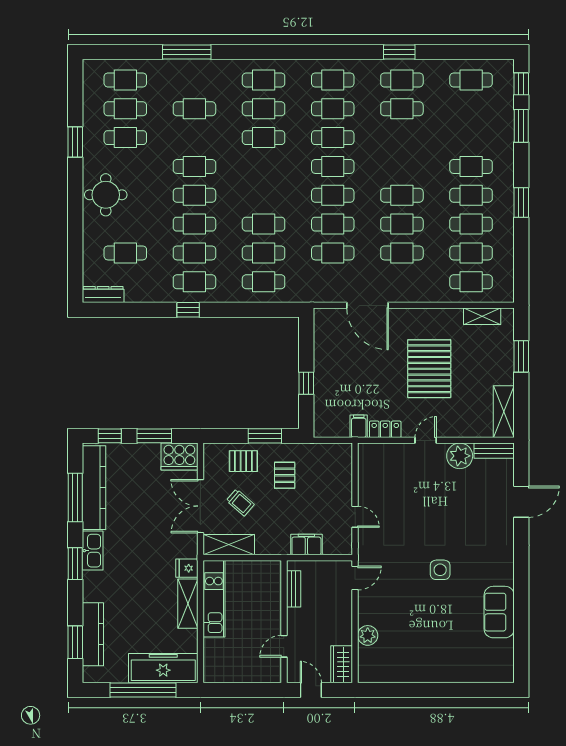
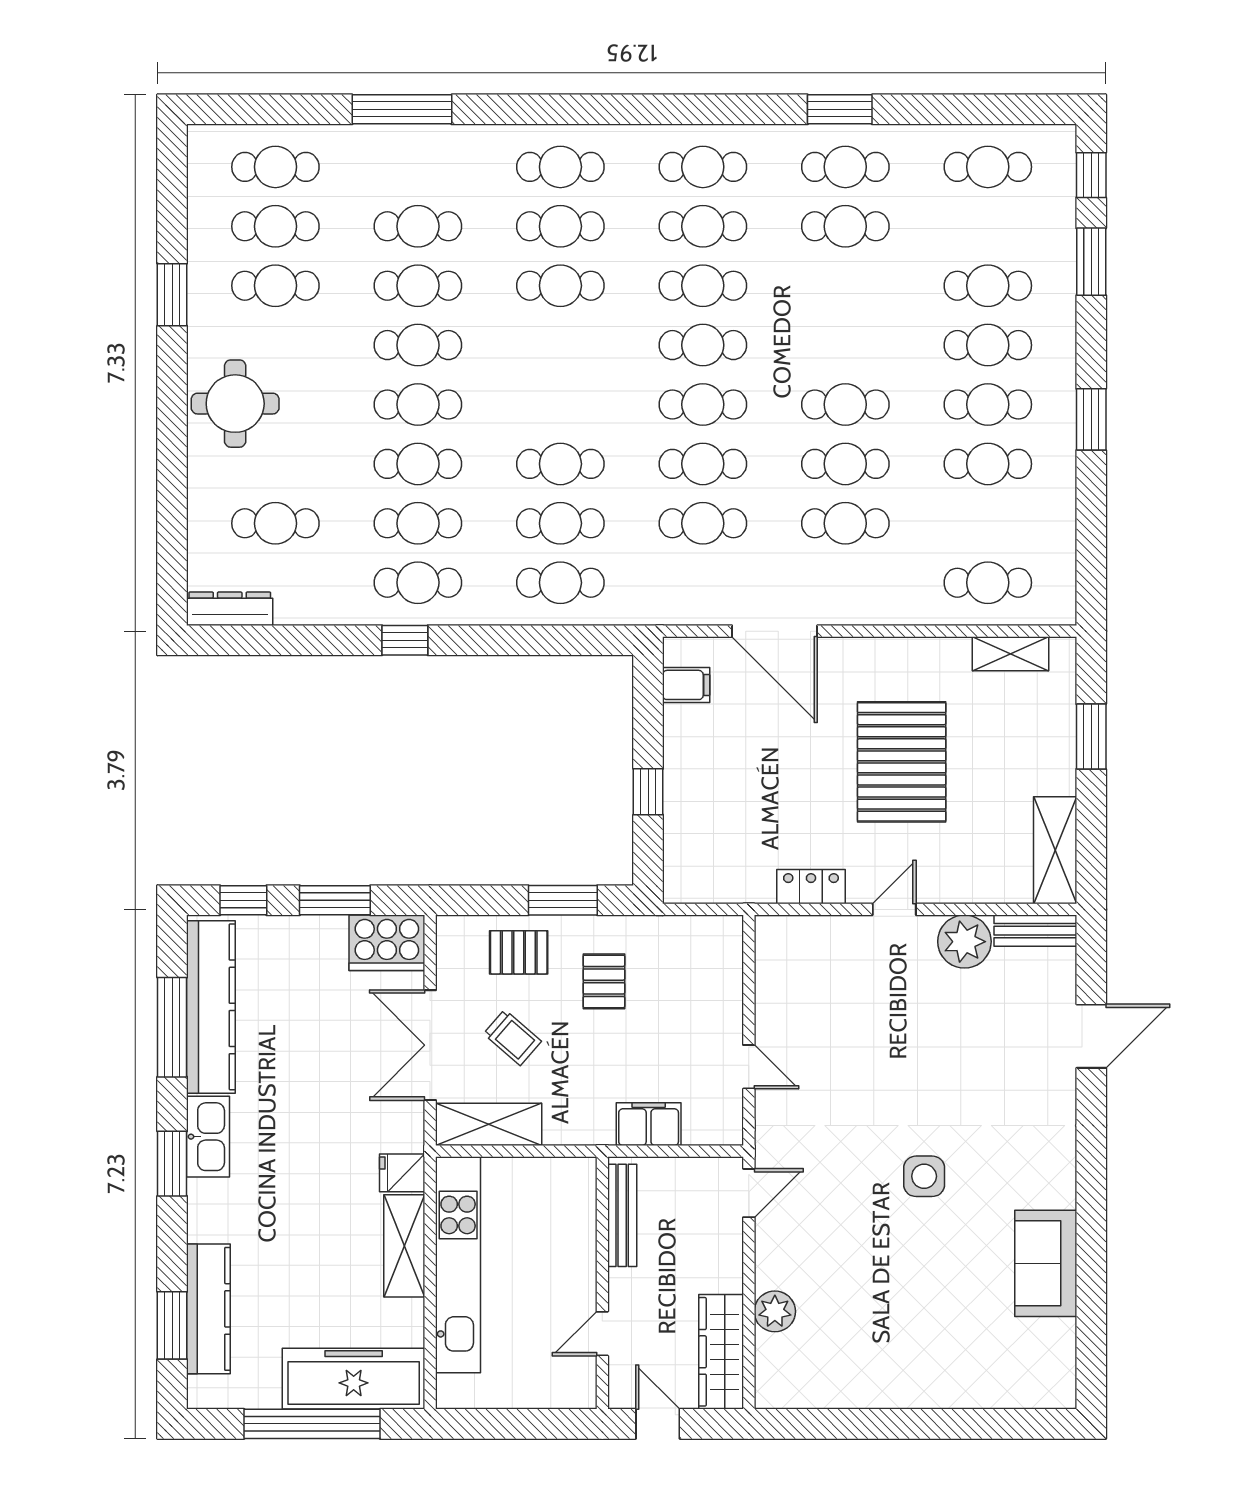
cafe table: (194, 138) -> (418, 286), added
cafe table: (471, 253) -> (988, 286), moved
filing cabinet: (359, 426) -> (686, 685), moved, turned 90
bench: (294, 589) -> (622, 1215), width x1.36
kitchen unit: (214, 599) -> (458, 1265), width x1.36
wardrobe: (342, 664) -> (721, 1352), width x1.50

